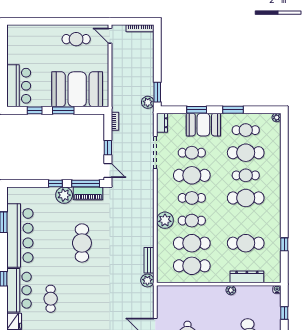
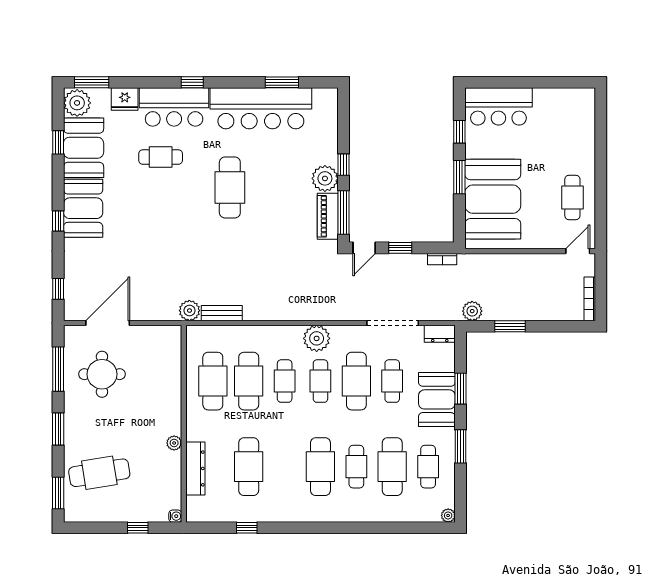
window: (157, 92) -> (510, 326), moved
plant: (165, 220) -> (317, 338), moved
cafe table: (82, 243) -> (230, 187), moved, turned 90

